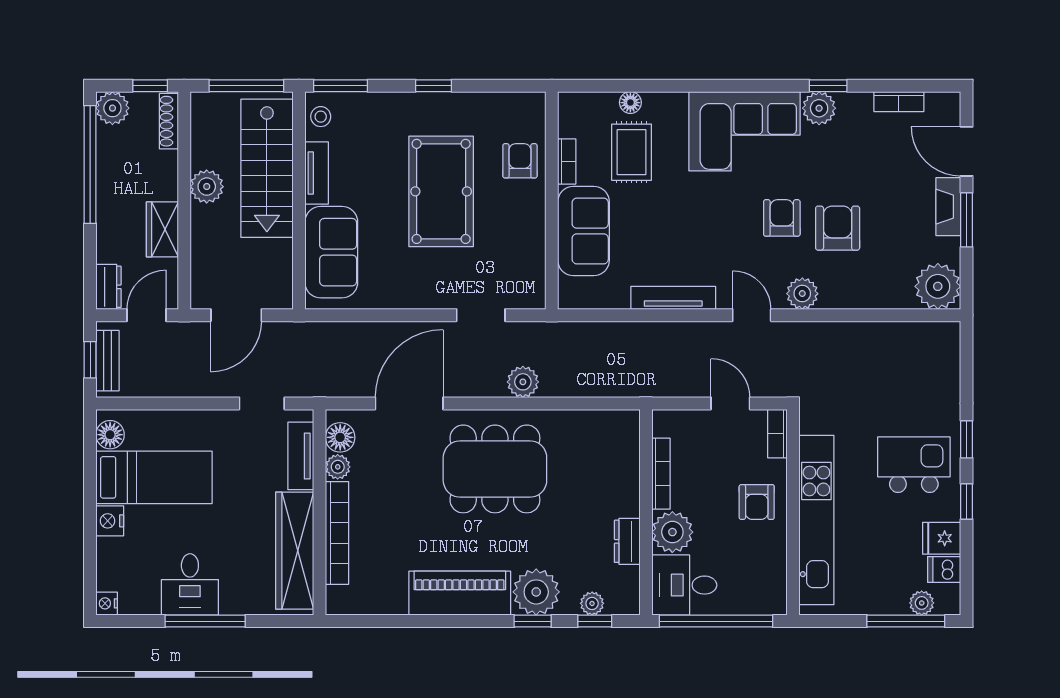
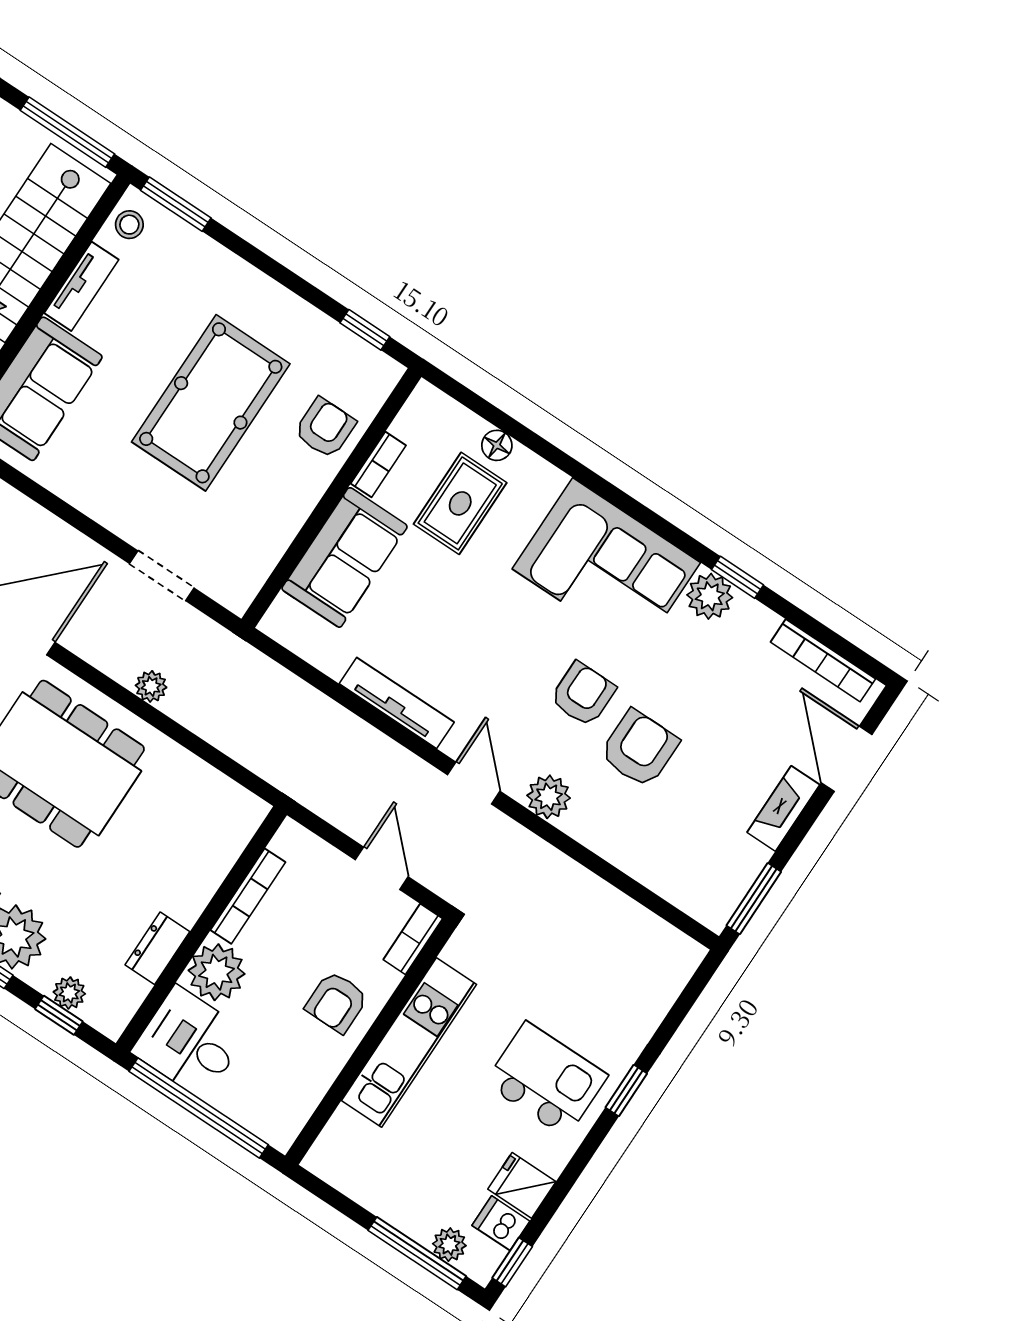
window: (434, 86) -> (365, 330), moved
bookcase: (899, 102) -> (823, 660), width x1.56
window: (967, 220) -> (754, 899), moved
plant: (938, 286) -> (710, 892), removed
plant: (523, 382) -> (151, 686), width x0.73, depth x0.73
window: (967, 501) -> (512, 1262), moved
kitchen unit: (816, 520) -> (409, 1042), width x0.73

